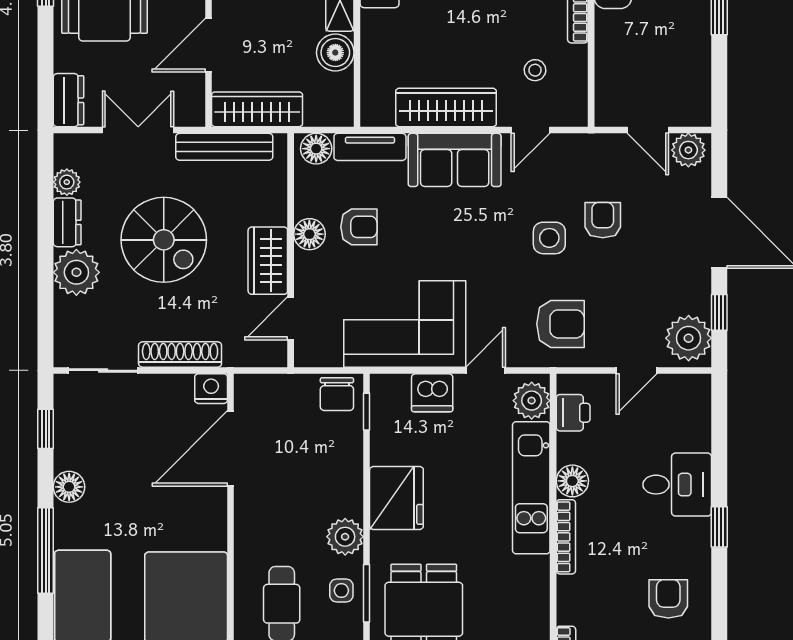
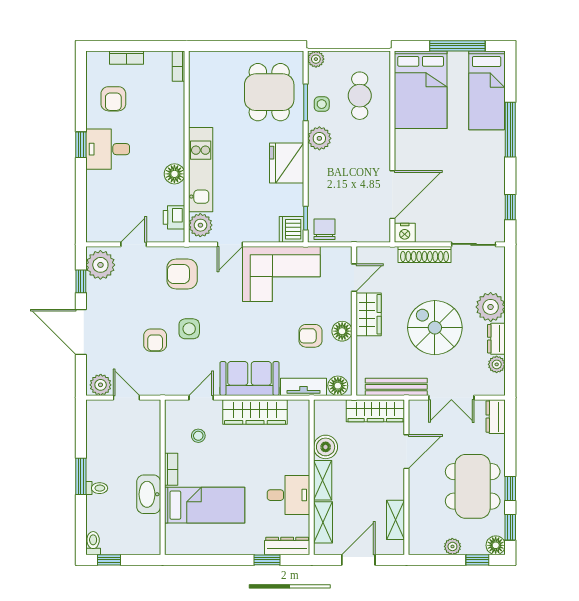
dishwasher: (432, 393) -> (291, 229), moved, turned -90
desk: (677, 485) -> (108, 149), moved
floor lamp: (69, 487) -> (495, 170), removed
bookcase: (566, 537) -> (179, 138), removed

